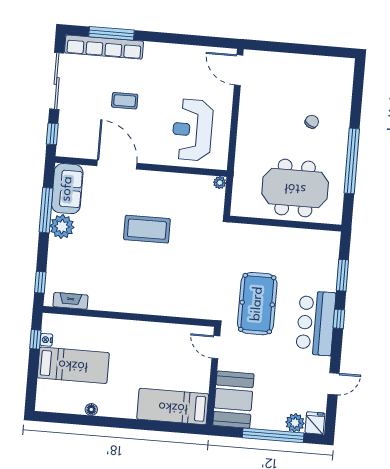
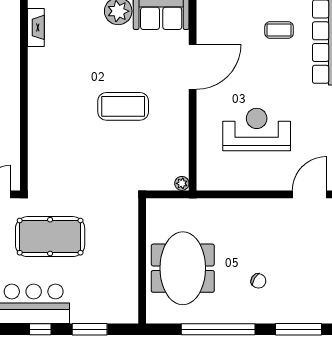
window: (358, 90) -> (298, 329), added
coffee table: (125, 101) -> (279, 30), moved, turned 90
reception desk: (192, 130) -> (257, 130), moved
coffee table: (147, 229) -> (123, 106), turned 90

